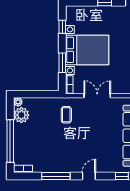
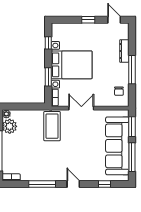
coffee table: (66, 115) -> (52, 126), width x1.86, depth x1.72
door: (89, 176) -> (73, 184), hinge flipped

